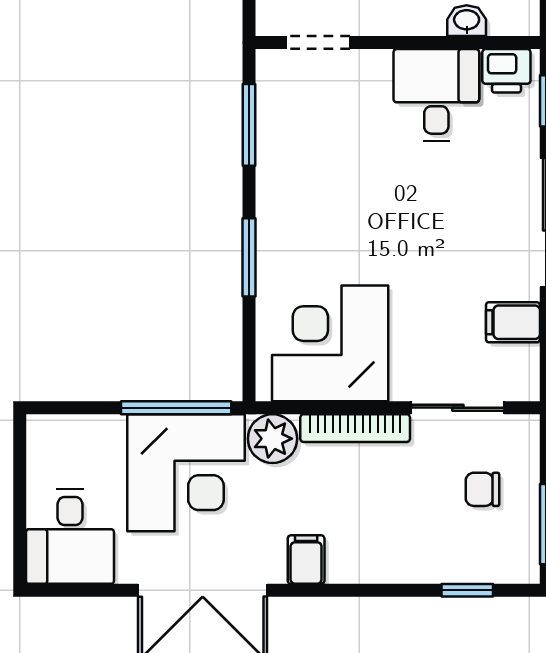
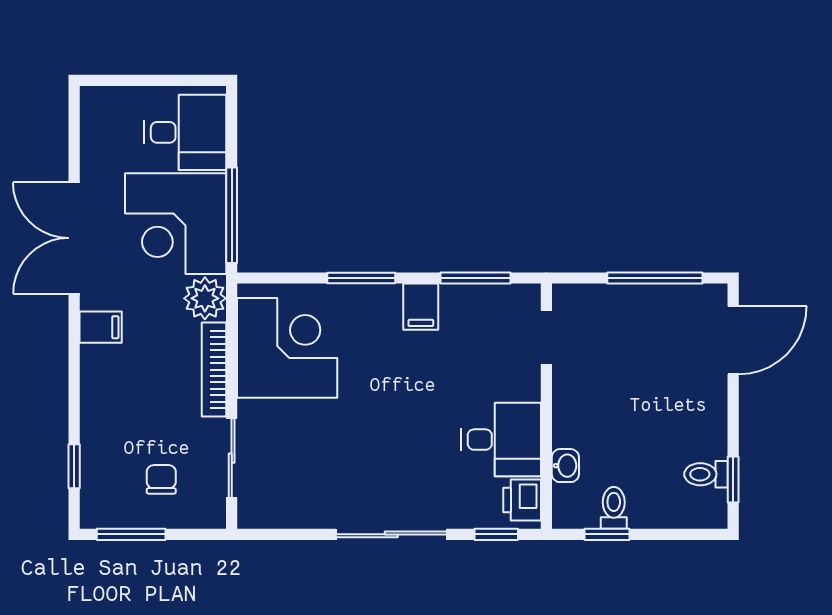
filing cabinet: (513, 322) -> (421, 307), moved, turned 180
desk: (70, 537) -> (185, 132), moved, turned 180

